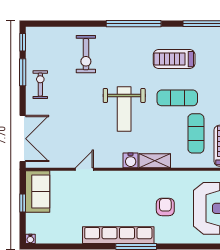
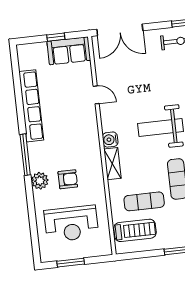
row of seats: (118, 235) -> (31, 106), moved
plant: (164, 235) -> (40, 181), added
water cooler: (30, 239) -> (21, 49), removed

